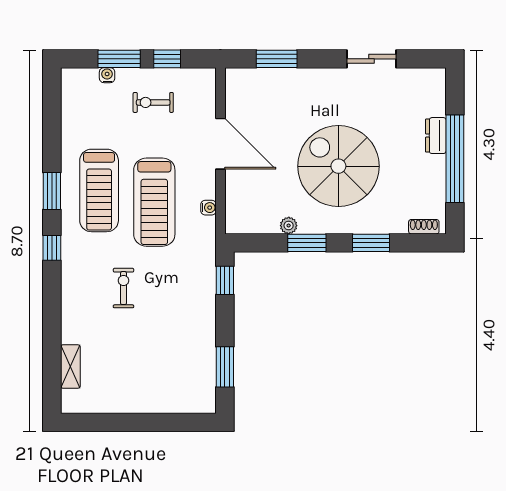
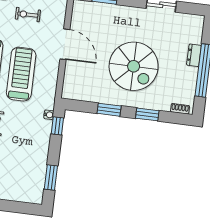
spiral stairs: (338, 166) -> (134, 66), turned 180
treadmill: (154, 202) -> (21, 74), turned 180
water cooler: (208, 208) -> (49, 115), moved
plant: (289, 226) -> (99, 98), removed

